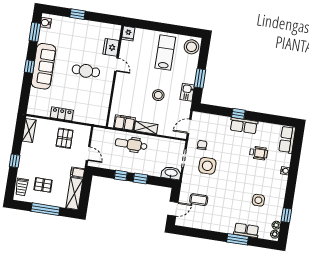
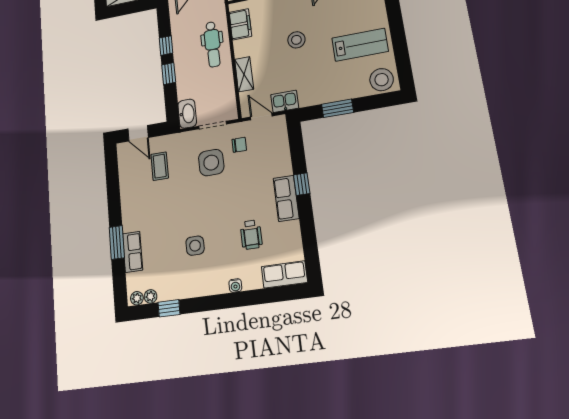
kitchen sink: (187, 92) -> (285, 101), moved
stool: (158, 95) -> (296, 40), moved
shelving: (146, 128) -> (244, 74), moved
dental chair: (131, 144) -> (212, 44), turned 180
side table: (258, 200) -> (195, 246), moved

